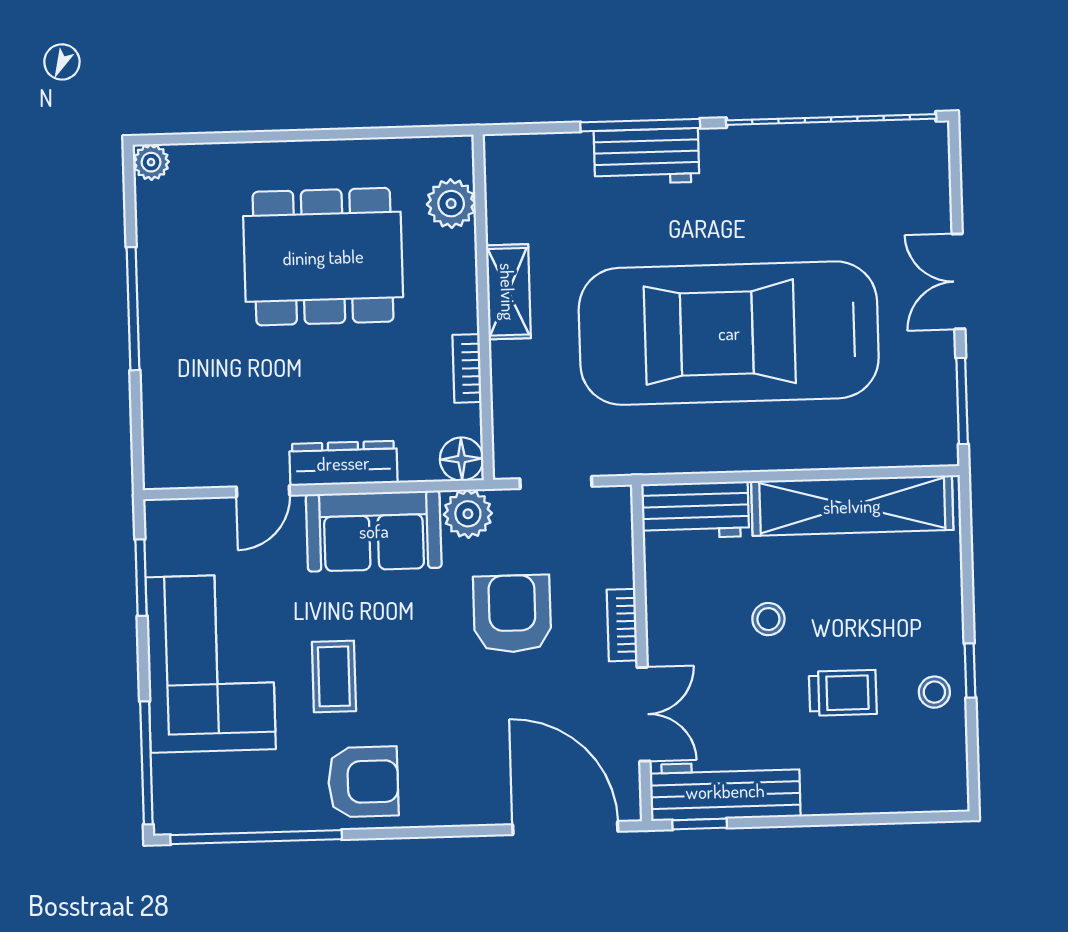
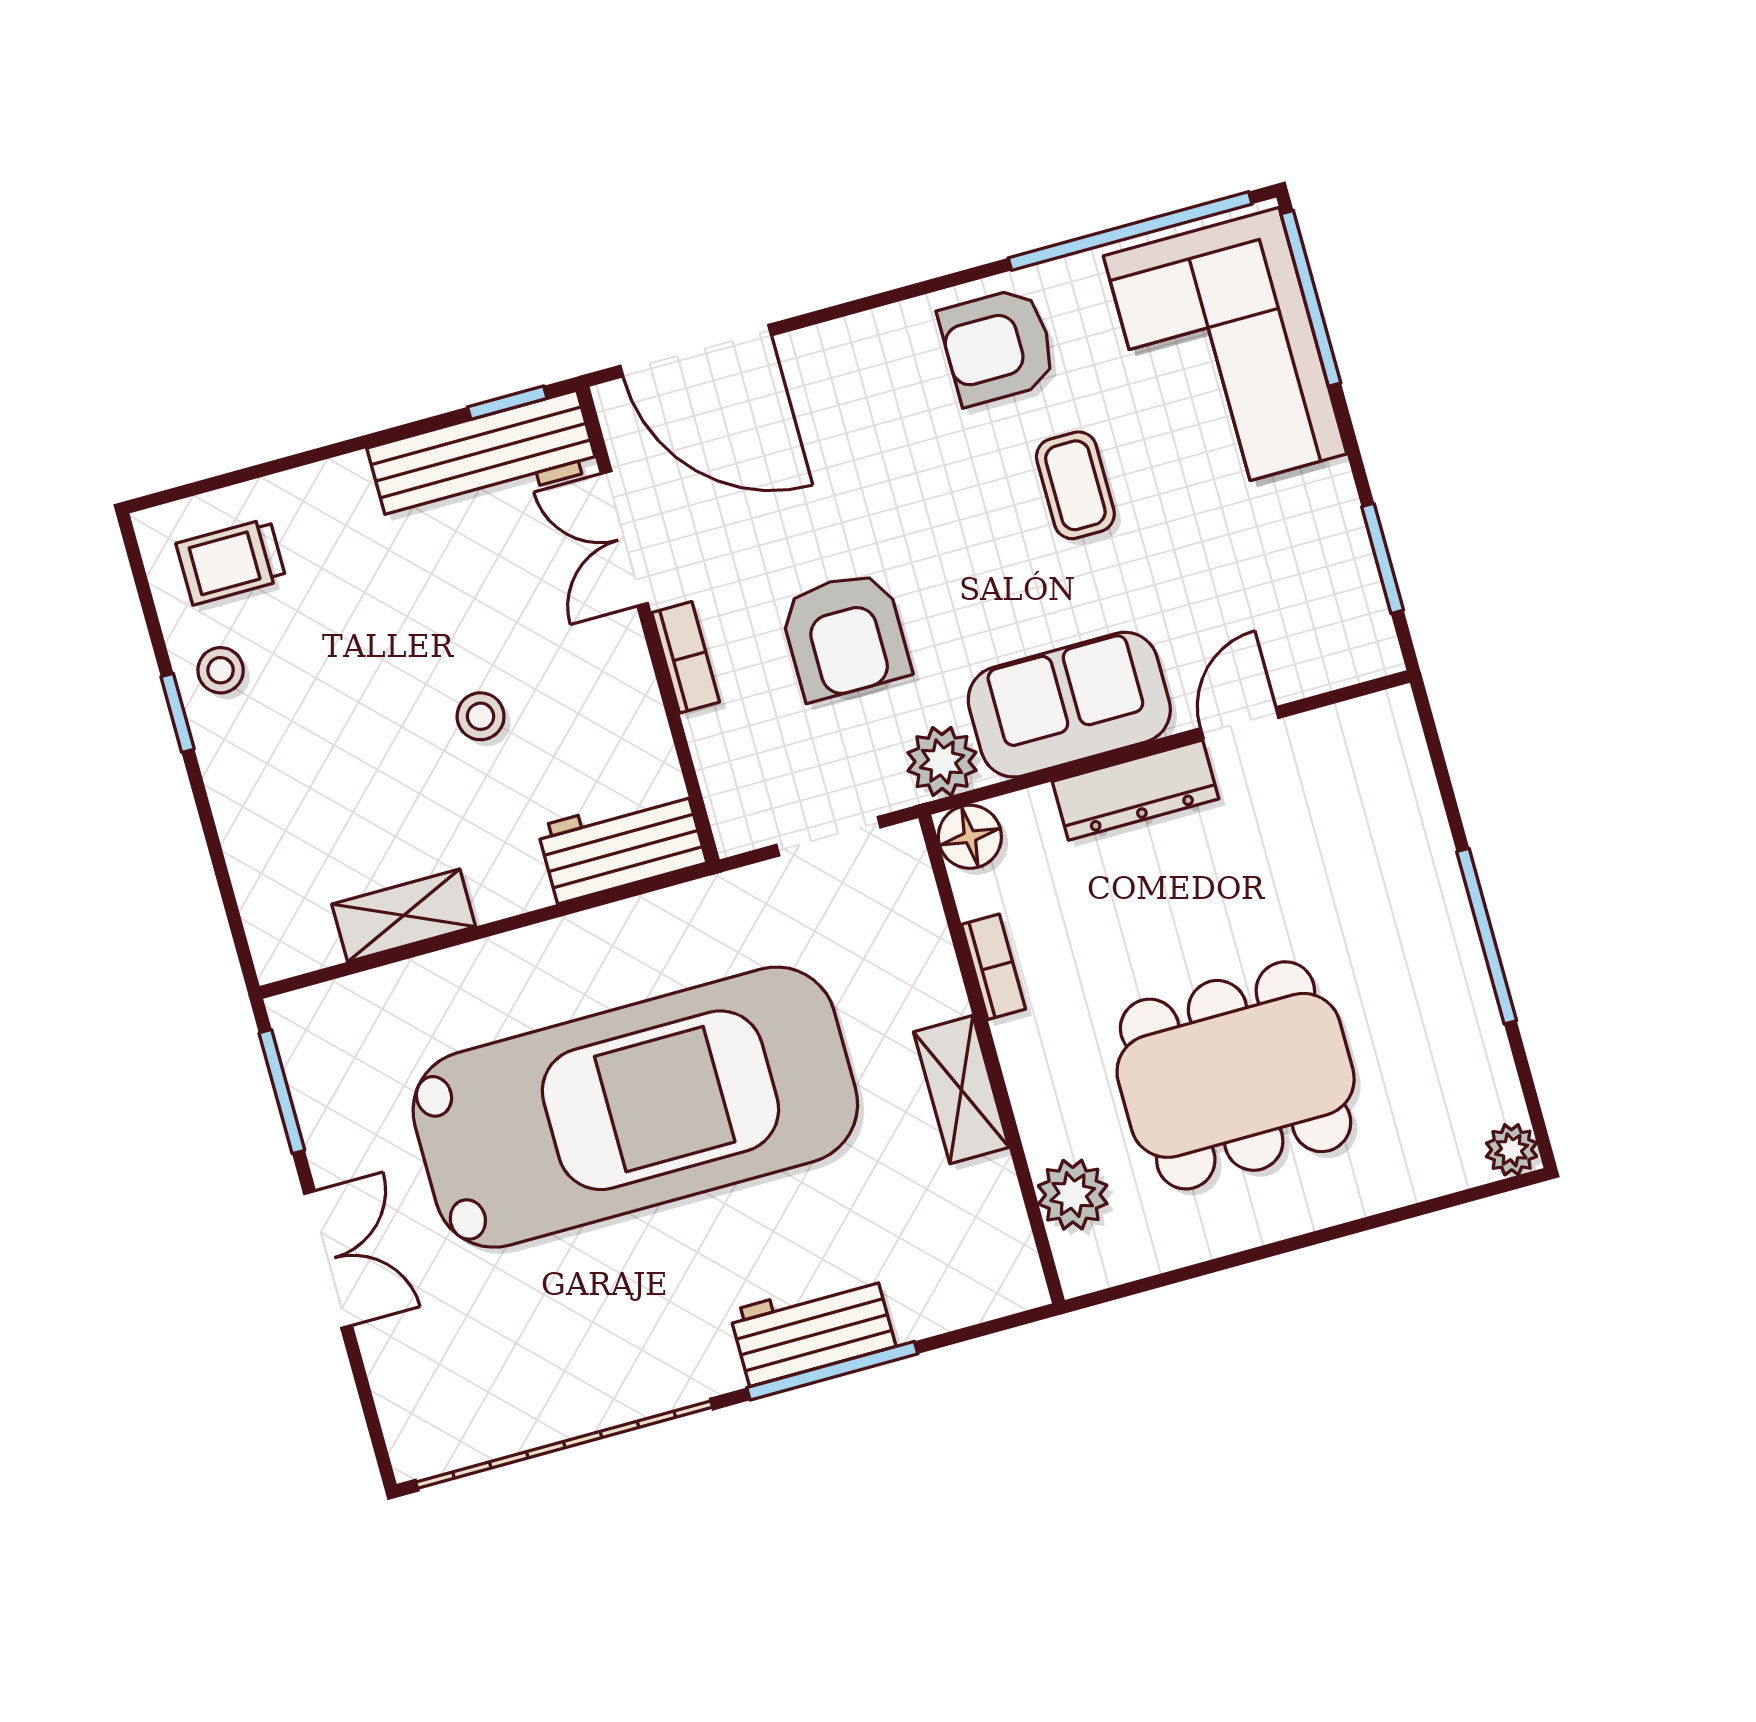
shelving: (852, 506) -> (404, 915), width x0.45, depth x0.75
corner sofa: (211, 663) -> (1225, 355), moved
trolley: (843, 693) -> (231, 562), moved

